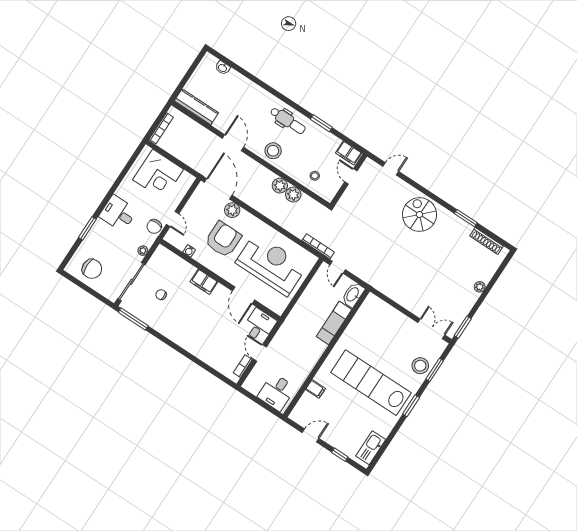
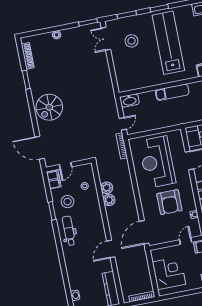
stool: (273, 151) -> (67, 202), moved
door: (391, 169) -> (40, 148), width x1.87
plant: (232, 210) -> (148, 213), removed
armchair: (223, 239) -> (169, 202), turned -90
exam couch: (334, 323) -> (172, 92), moved
stool: (420, 366) -> (131, 41), moved
lab bench: (371, 383) -> (168, 43), turned 180

